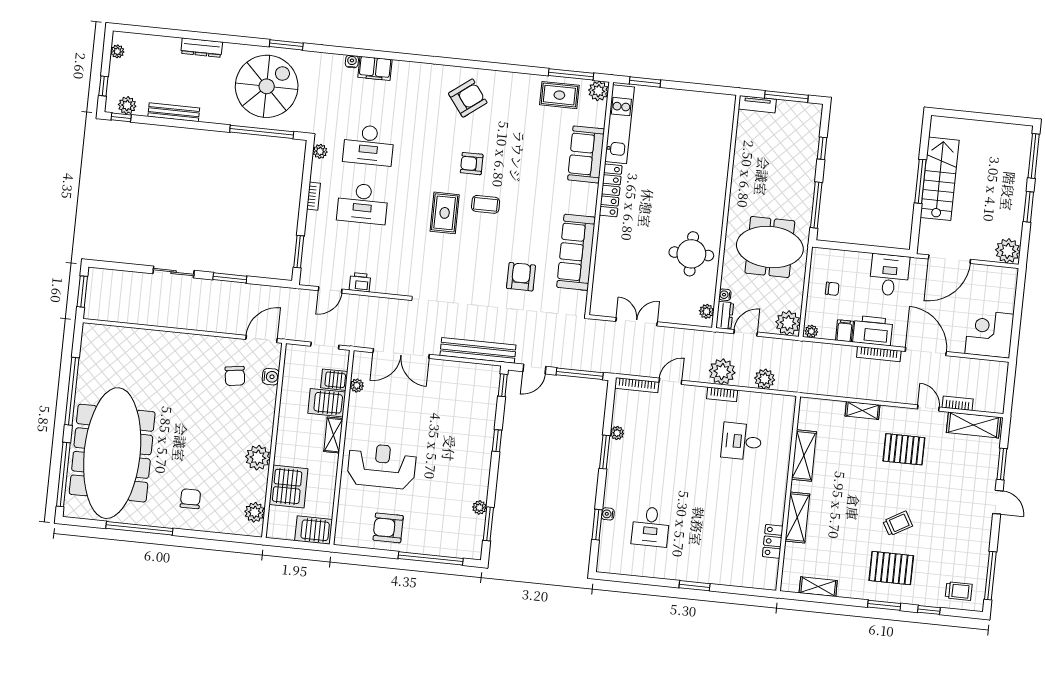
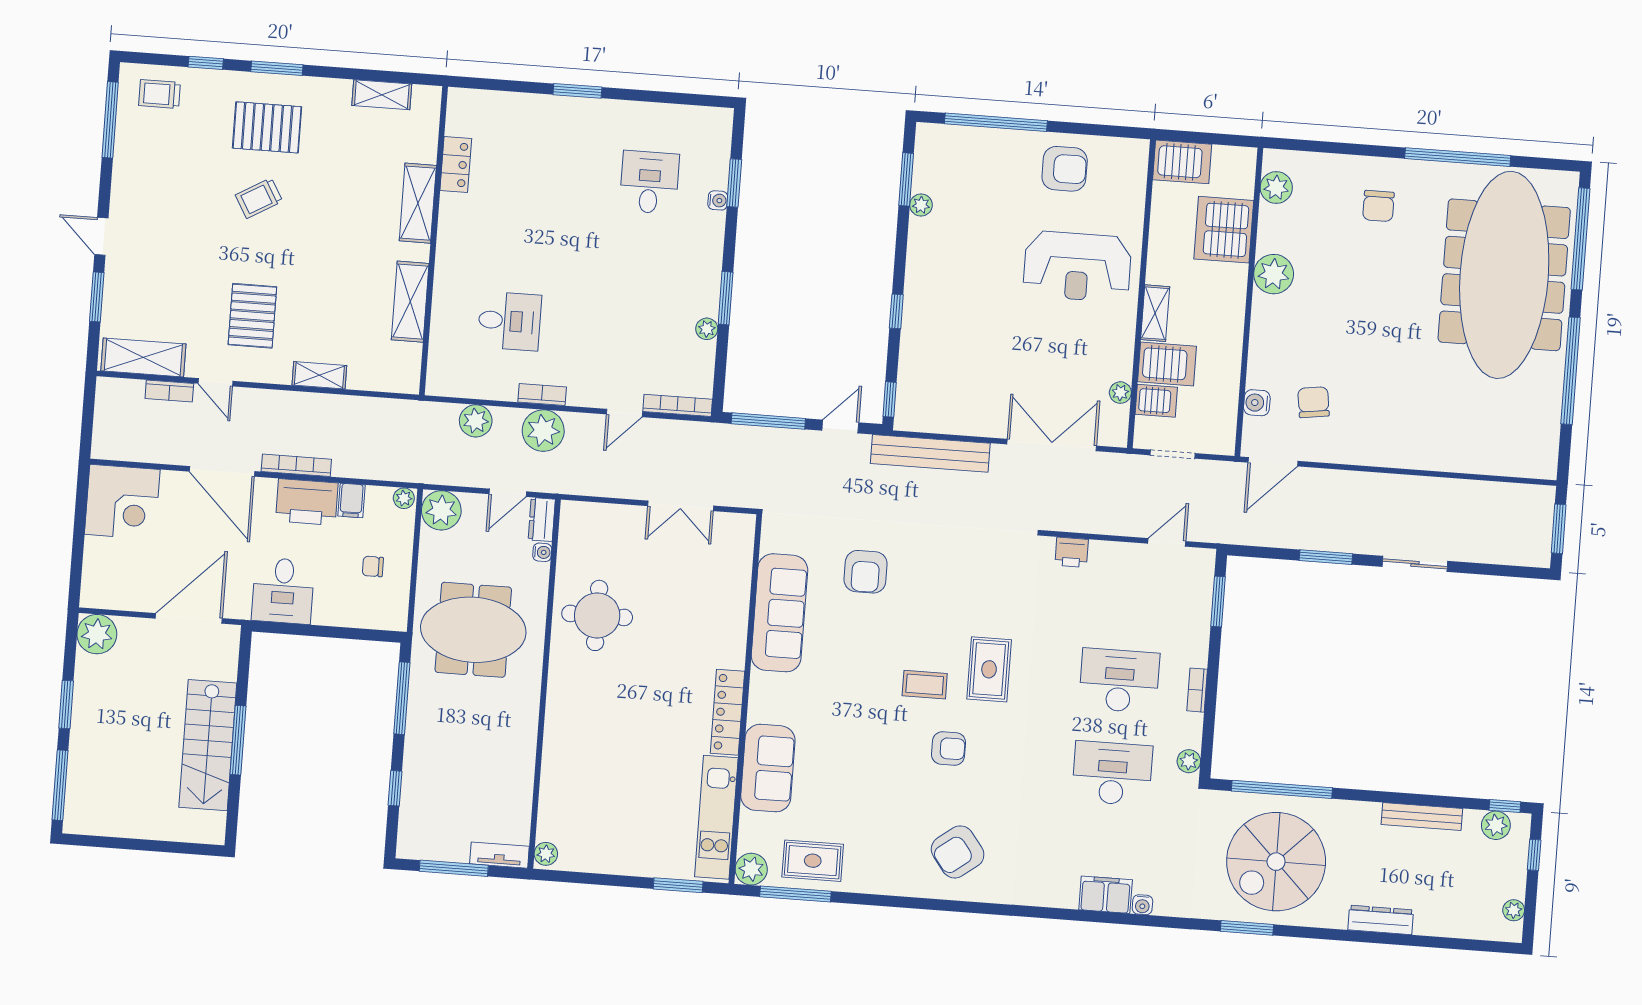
printer: (360, 282) -> (1072, 552), moved
plant: (707, 311) -> (546, 854), moved
pallet: (904, 449) -> (252, 316), turned 90

